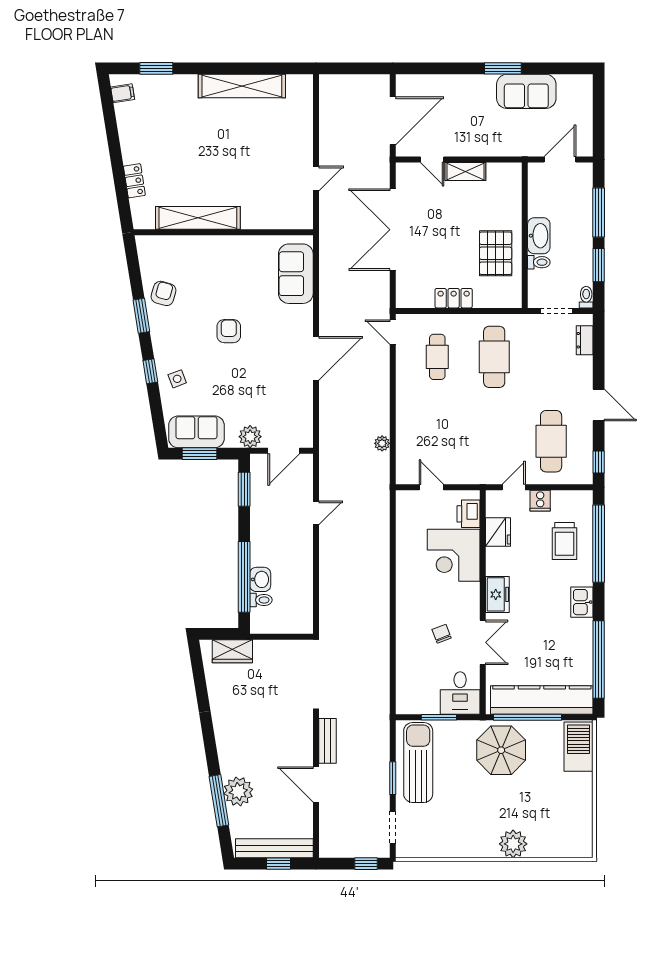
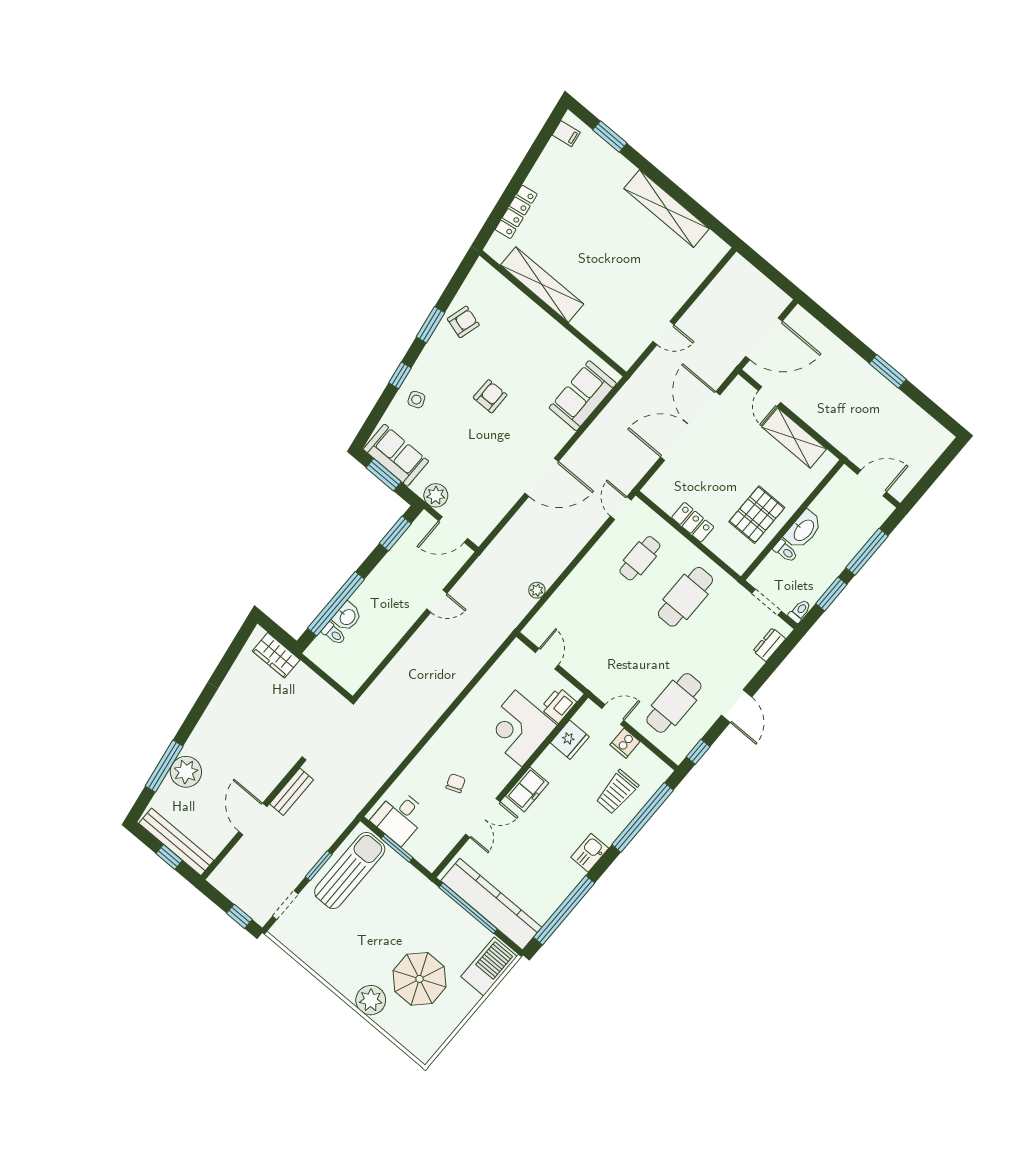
sofa: (526, 91) -> (891, 406), removed
shelving: (465, 171) -> (794, 438), width x1.50, depth x1.33
locker: (134, 181) -> (516, 212), width x1.53
desk: (460, 693) -> (399, 817), moved
parasol: (501, 750) -> (420, 979), moved

